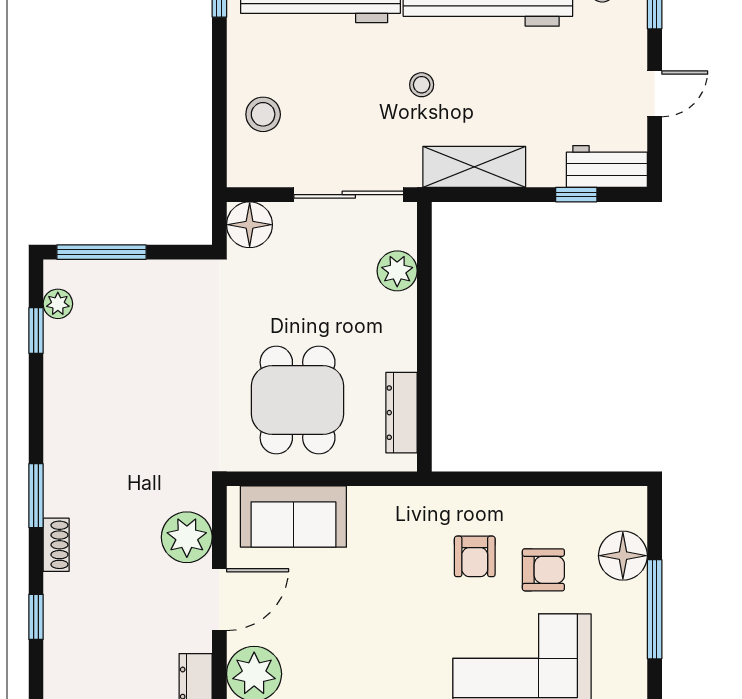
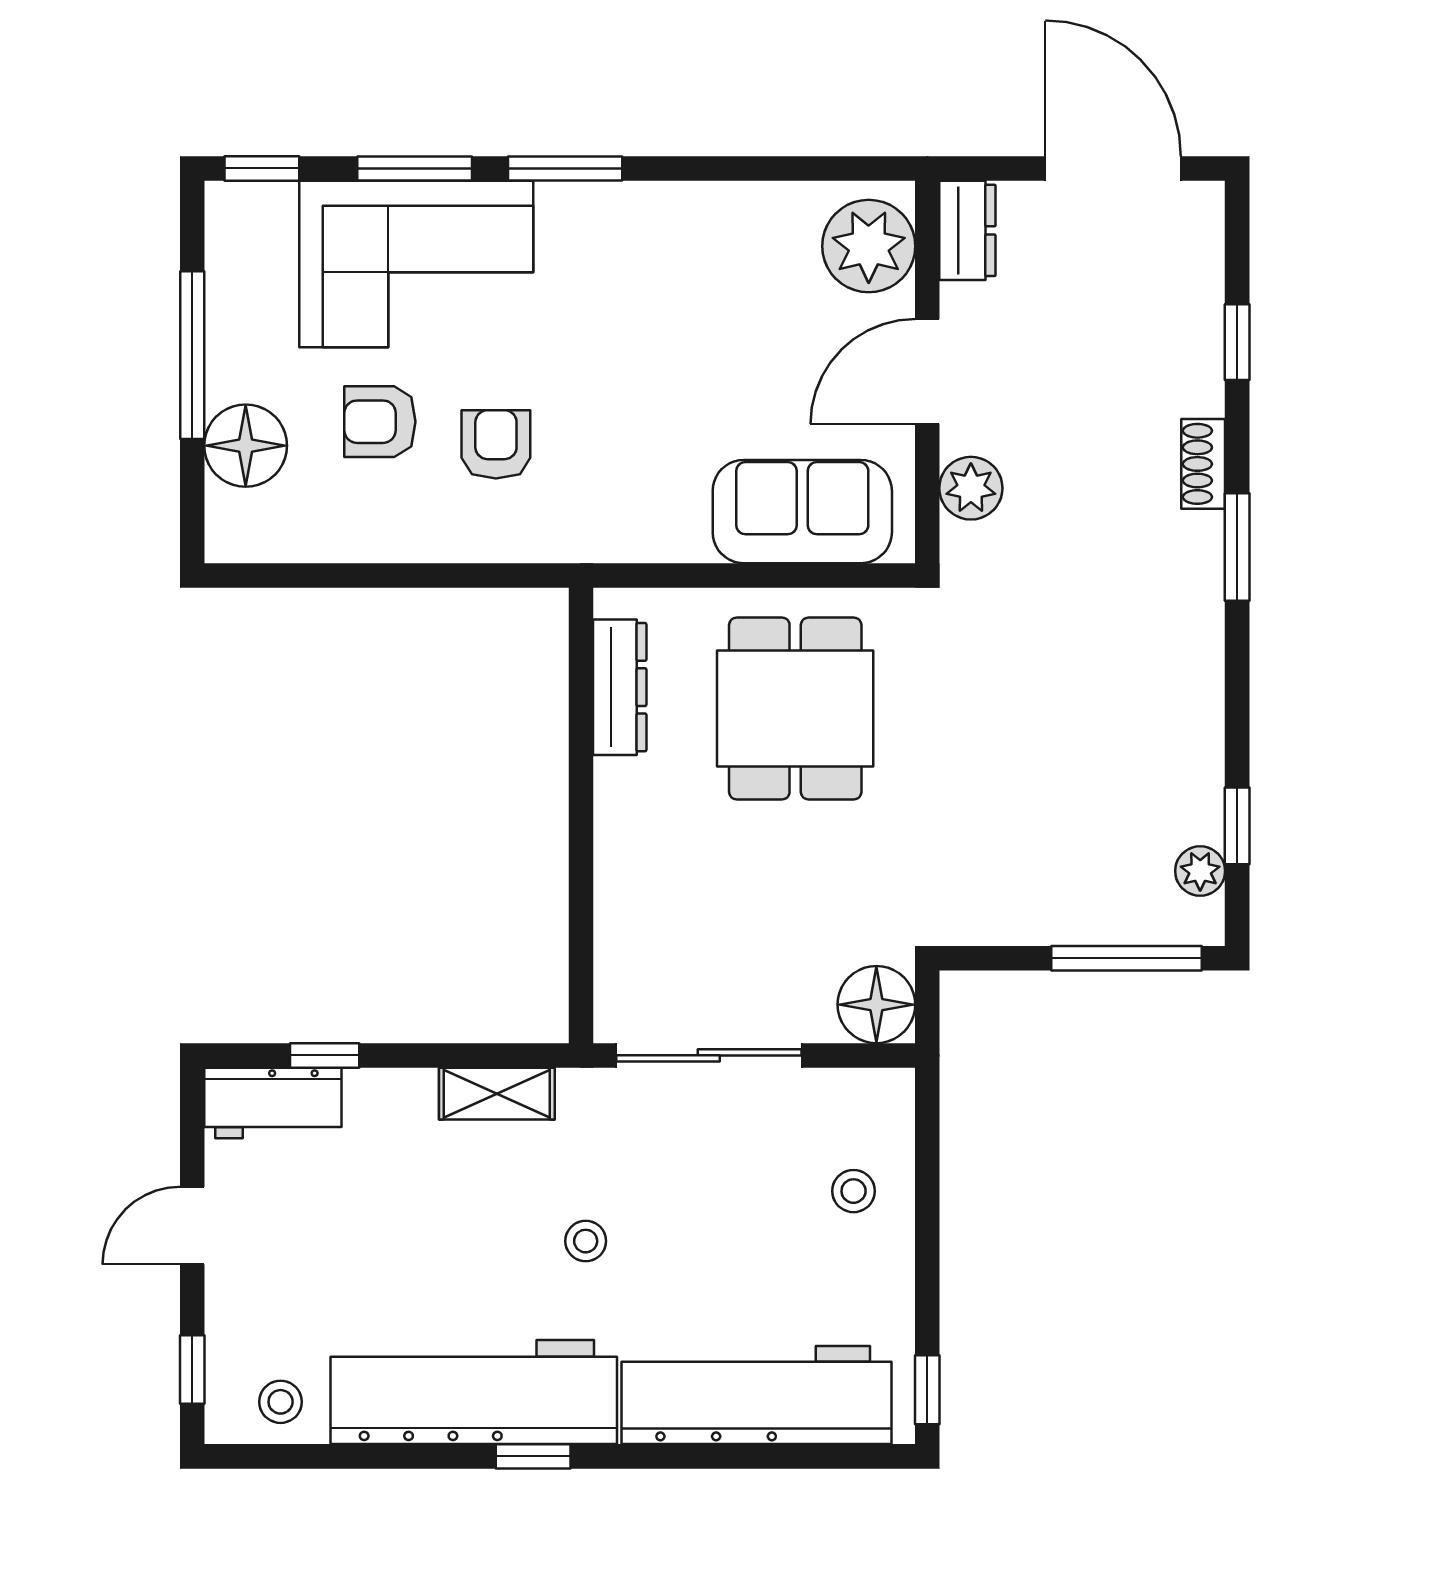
stool: (263, 114) -> (854, 1191), width x0.73, depth x0.73
shelving: (474, 167) -> (497, 1094), width x0.67, depth x0.75
plant: (397, 271) -> (627, 927), removed
plant: (187, 537) -> (971, 488), width x0.73, depth x0.73

